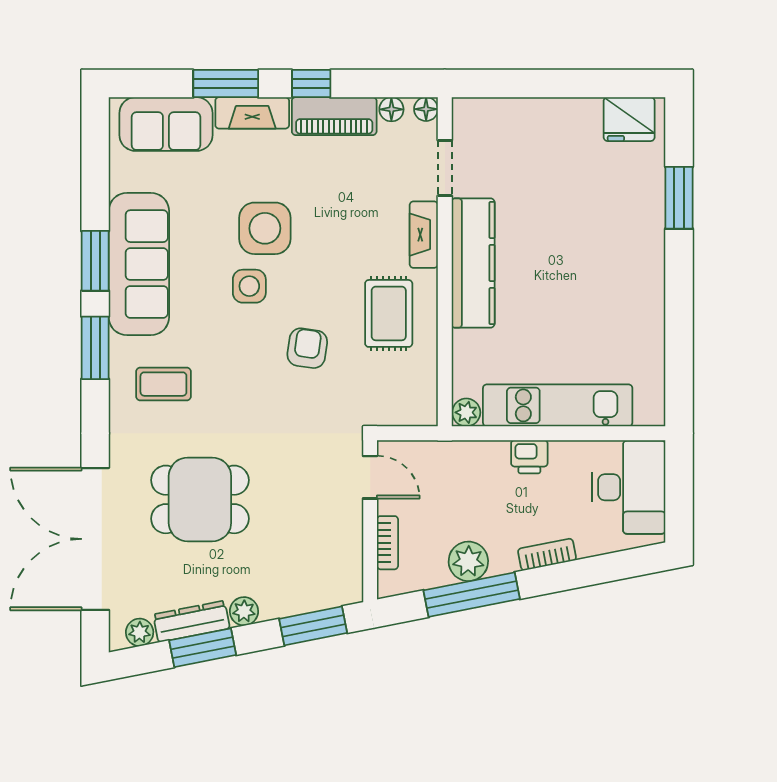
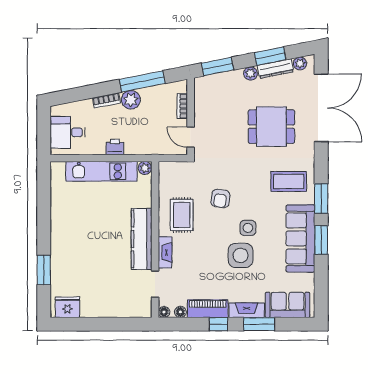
coffee table: (163, 384) -> (289, 181), width x1.36, depth x1.30
desk: (629, 487) -> (68, 132), width x0.73
plant: (468, 561) -> (131, 100), moved

